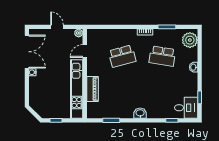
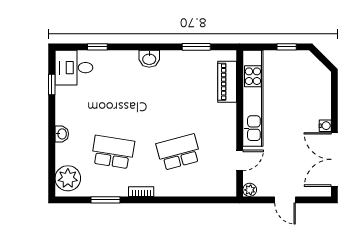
piano: (92, 89) -> (227, 82), moved

